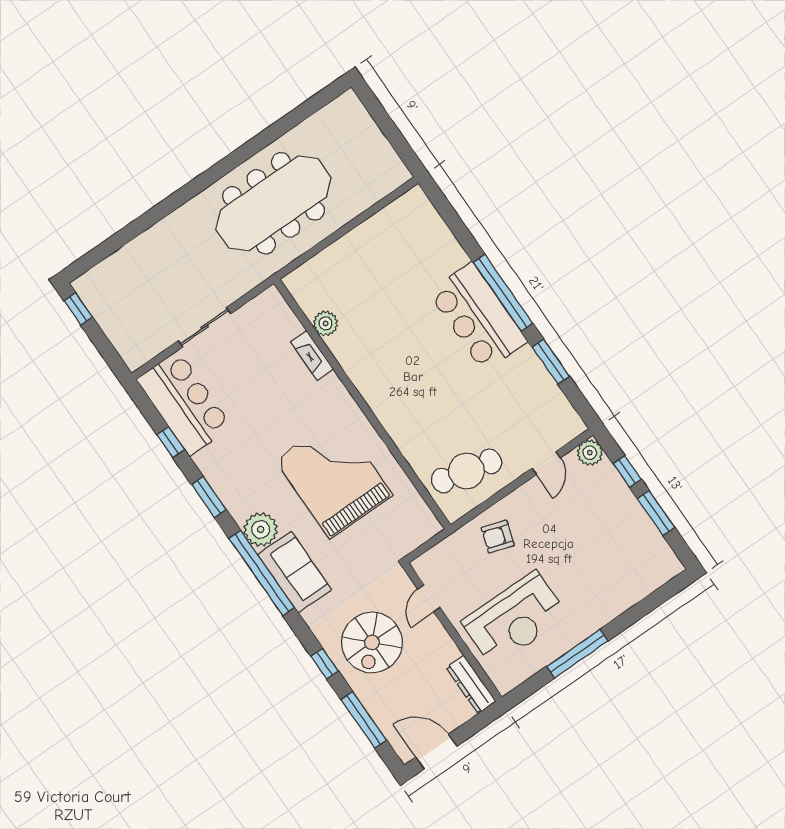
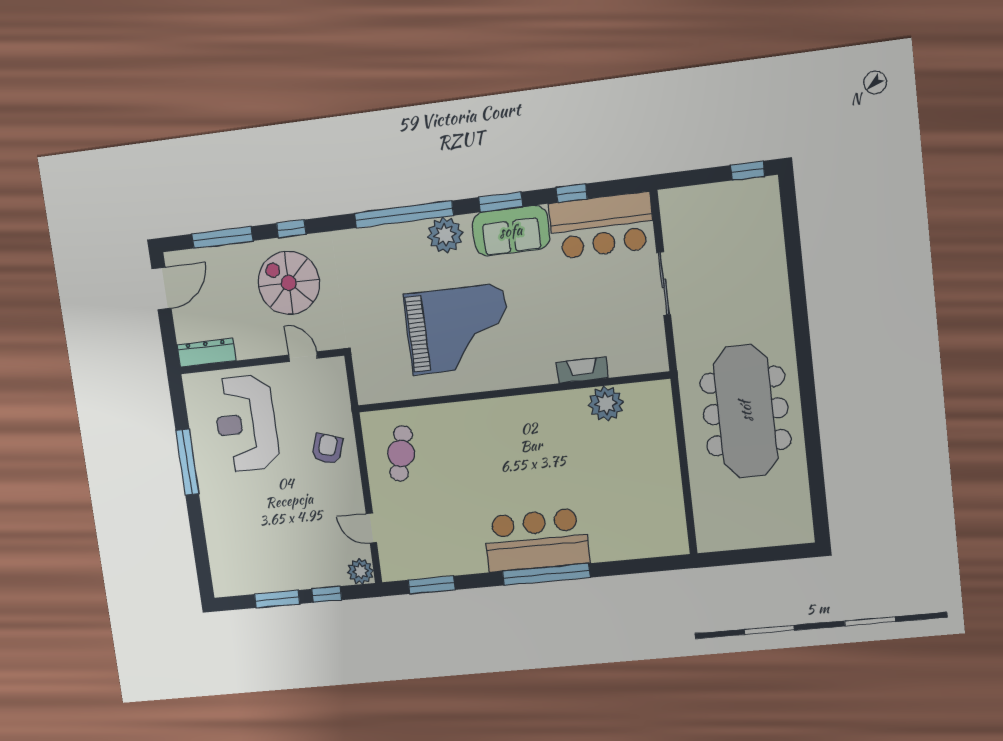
plant: (326, 323) -> (606, 404), width x1.36, depth x1.36
window: (551, 362) -> (431, 585), moved
cafe table: (467, 471) -> (401, 453), width x0.73, depth x0.74
sofa: (295, 572) -> (511, 231), moved

